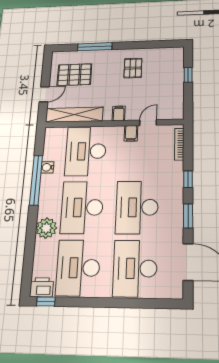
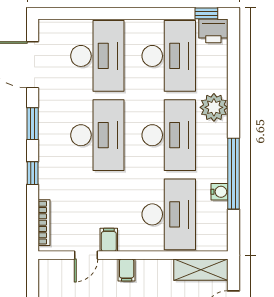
shelving: (74, 115) -> (201, 270), width x0.68

